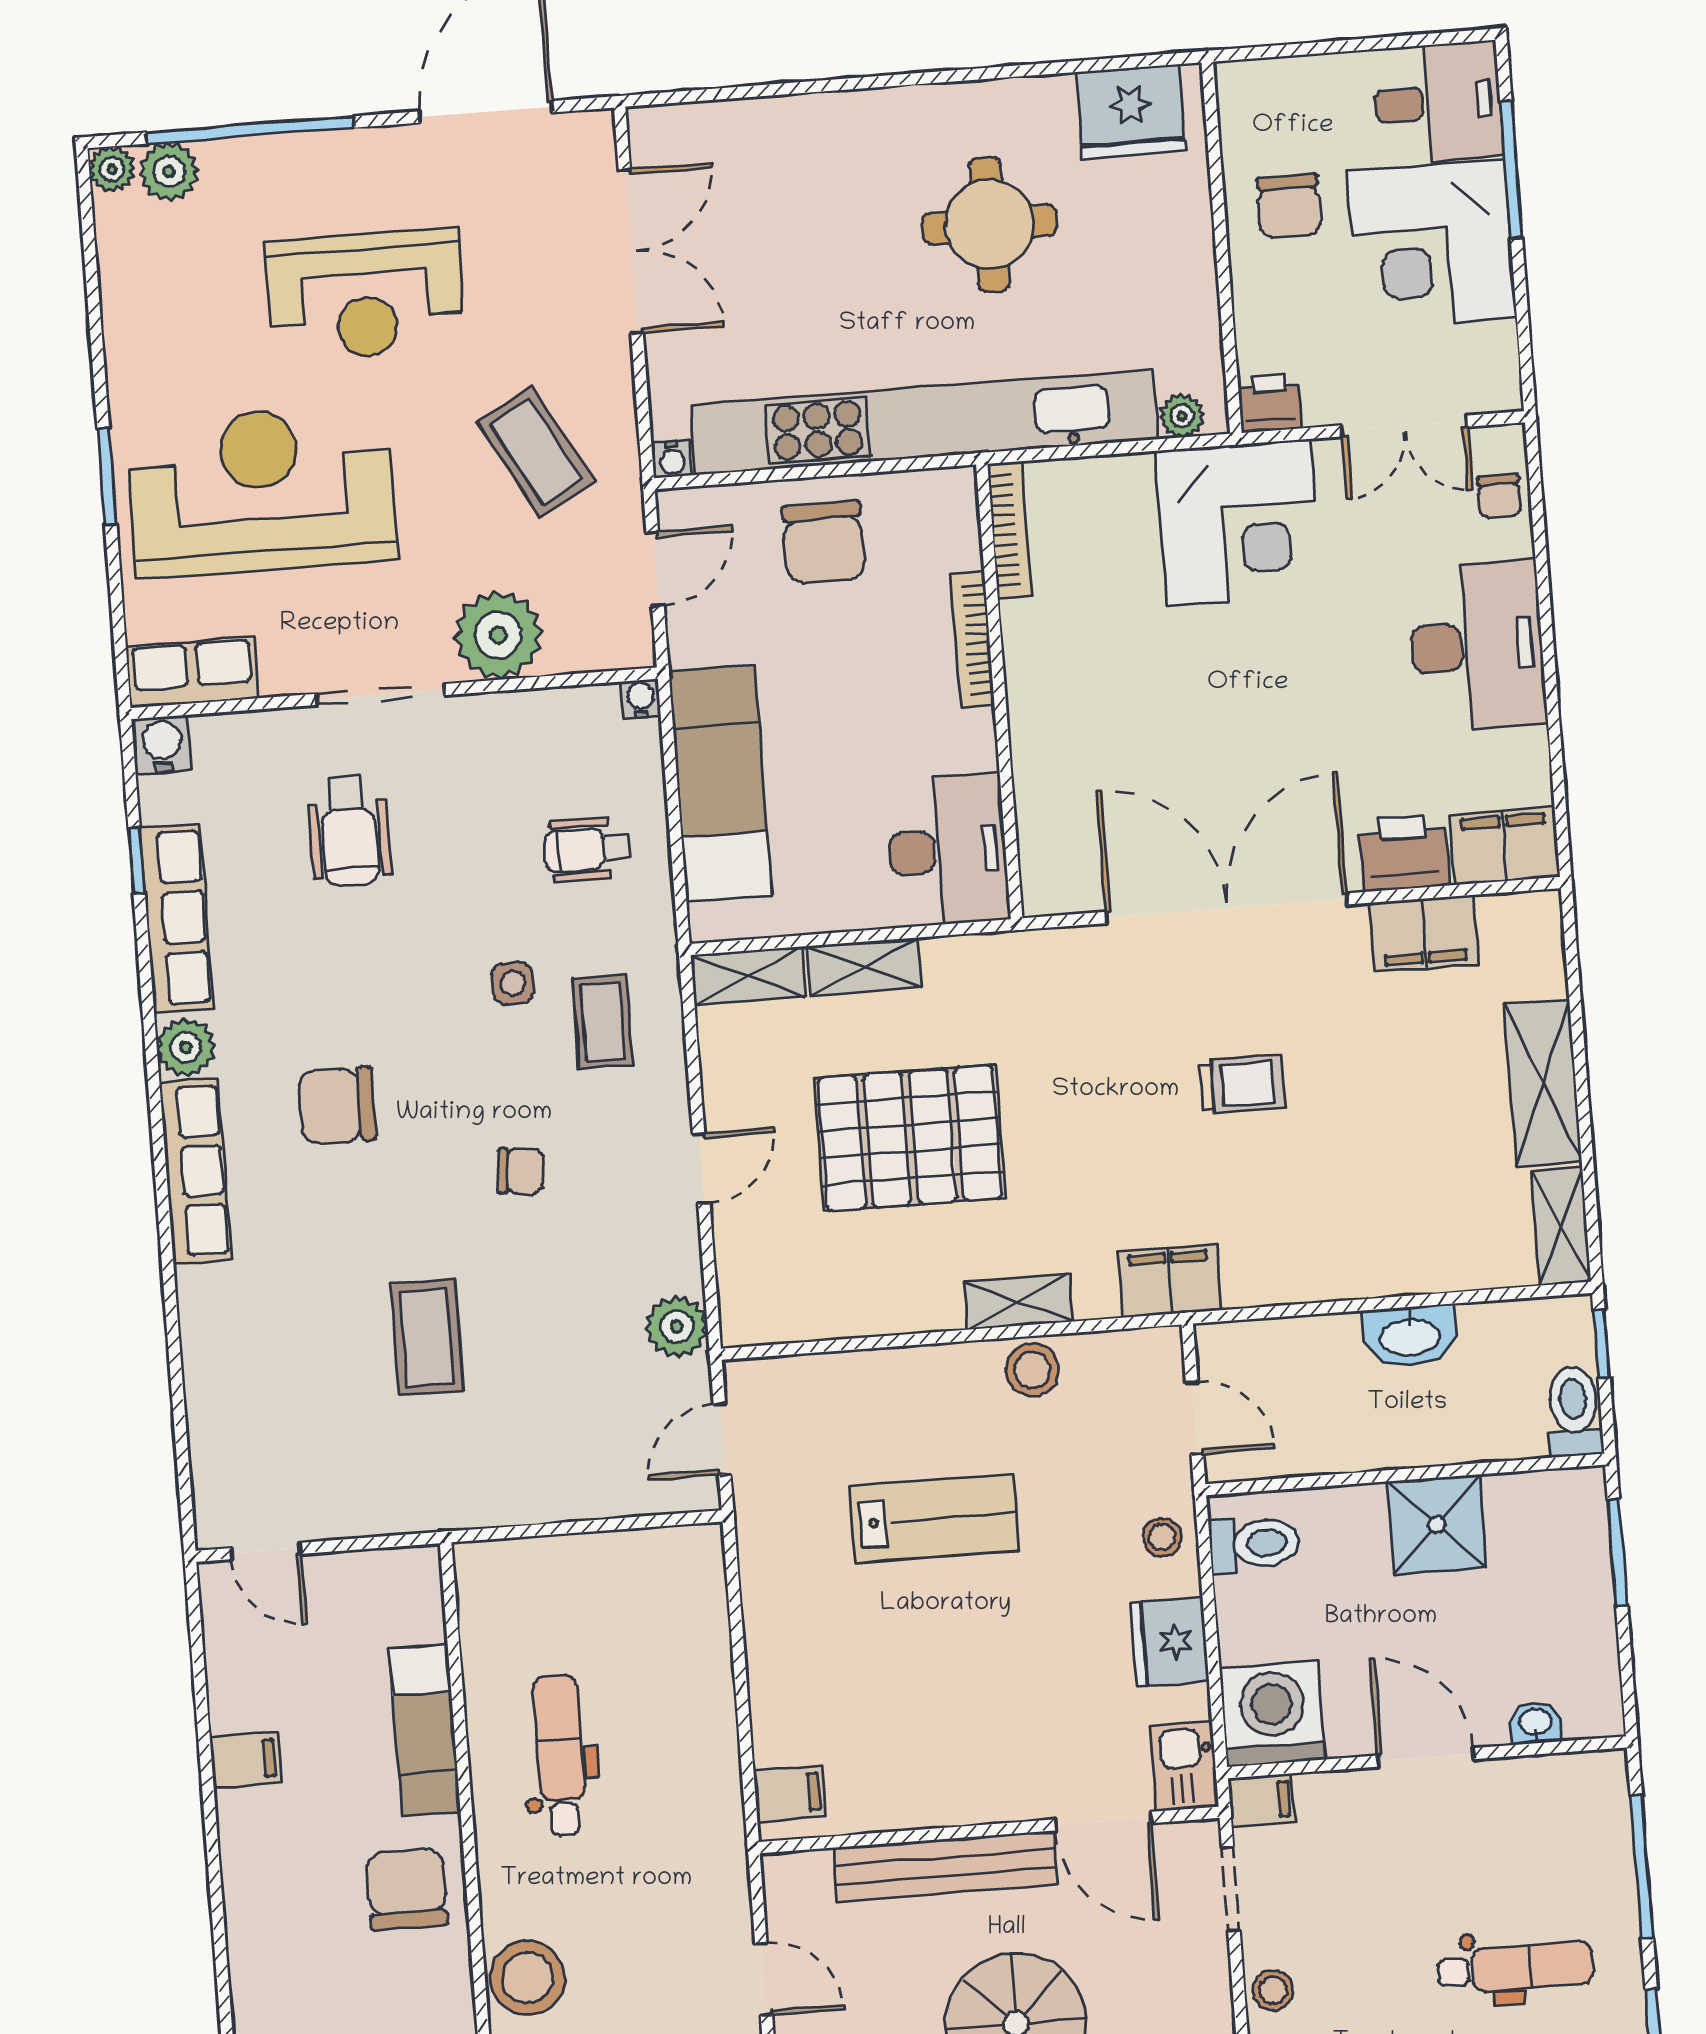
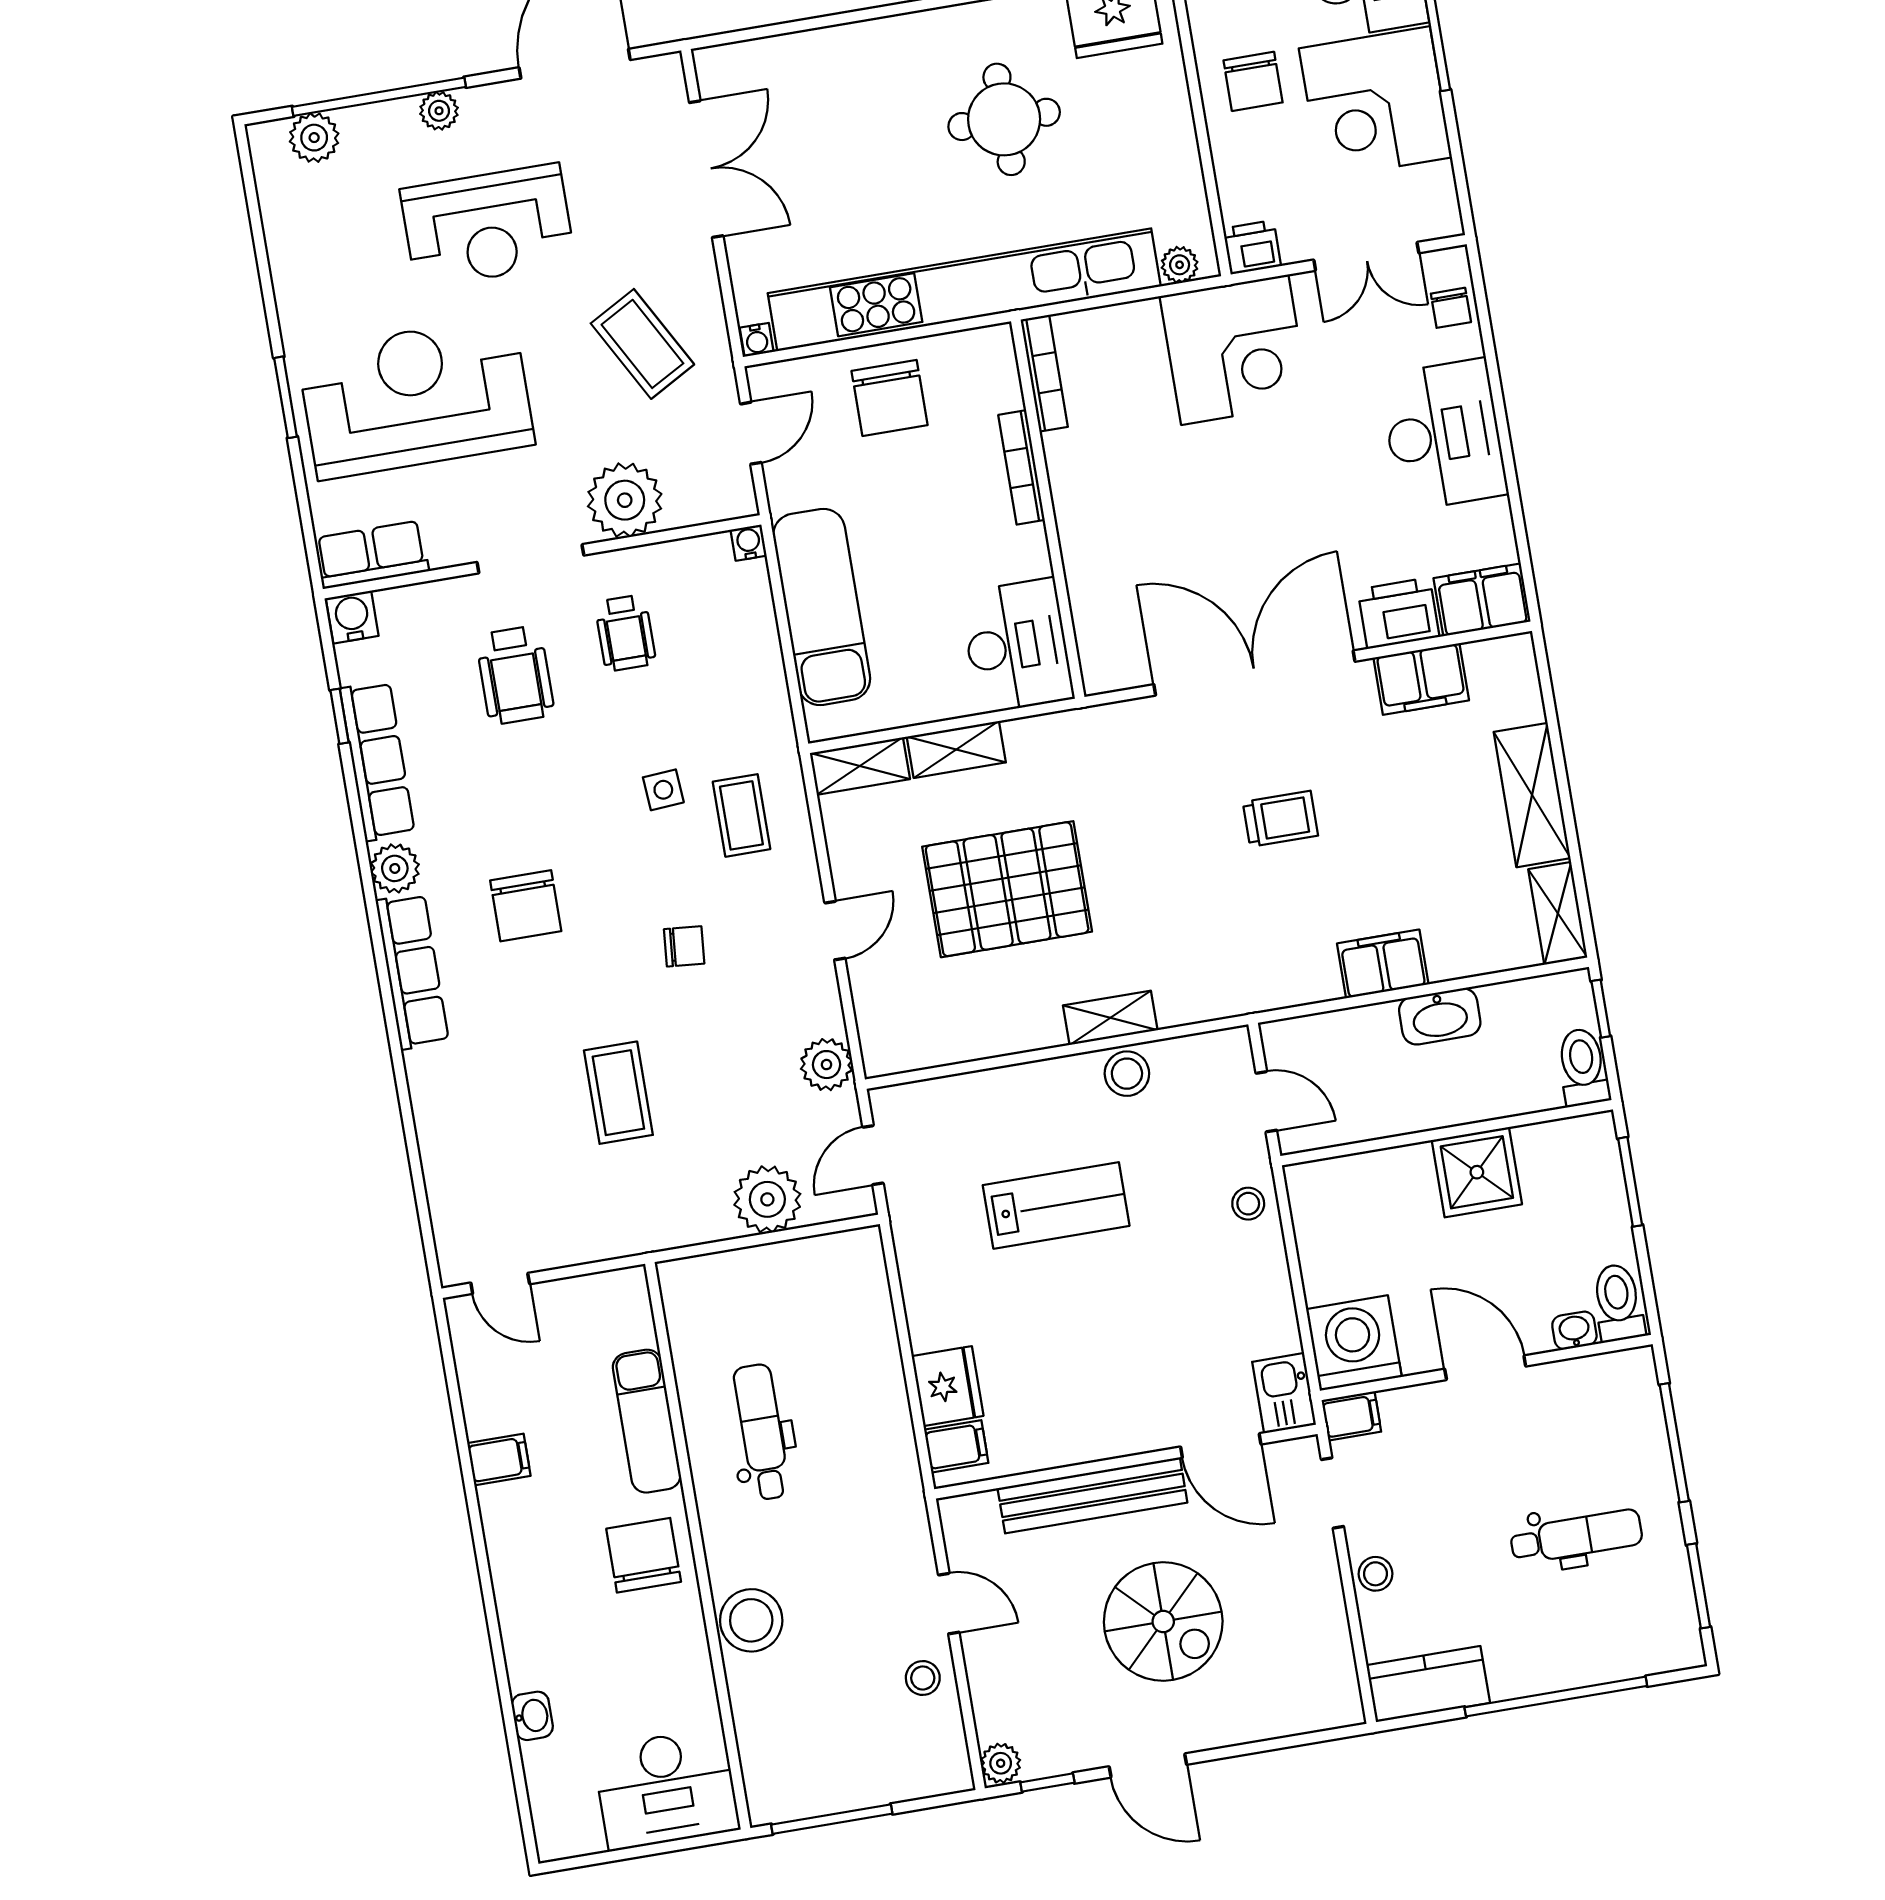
plant: (112, 169) -> (439, 111), moved
wheelchair: (587, 849) -> (625, 633), moved, turned -90
chair: (337, 1106) -> (526, 906), turned -90
filing cabinet: (1170, 1281) -> (1383, 964), moved
plant: (592, 1480) -> (767, 1199), added
toilet: (1254, 1544) -> (1618, 1303), moved, turned -90
fridge: (1170, 1642) -> (948, 1386), moved, turned 180

